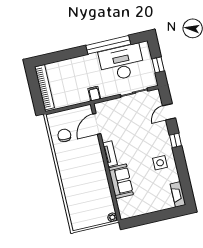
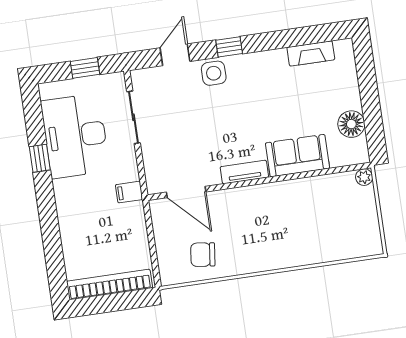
window: (108, 45) -> (40, 158), width x0.32
door: (169, 112) -> (175, 55), swing flipped
side table: (160, 163) -> (214, 73), moved
fireplace: (178, 194) -> (311, 53), moved
floor lamp: (140, 208) -> (351, 124), added

